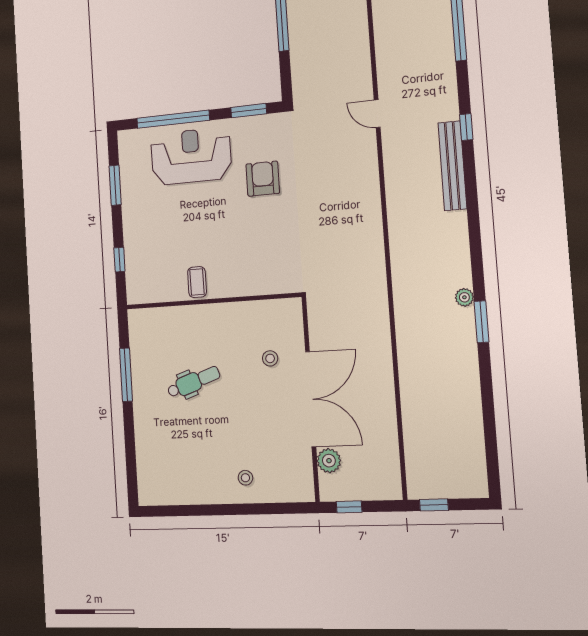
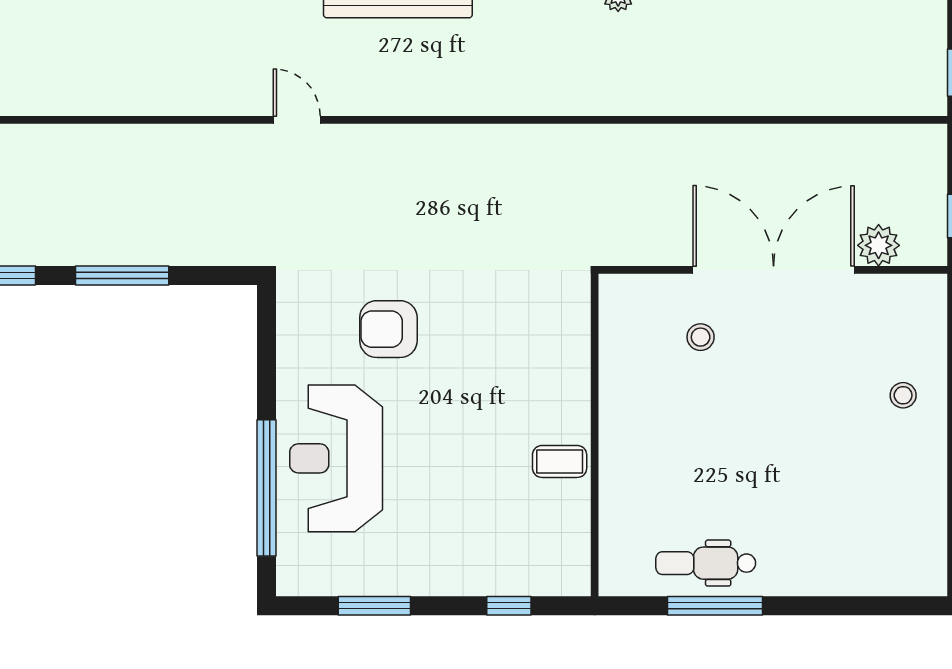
window: (249, 111) -> (266, 347), removed
door: (377, 114) -> (297, 120), swing flipped
dental chair: (194, 382) -> (706, 563), moved, turned -71

